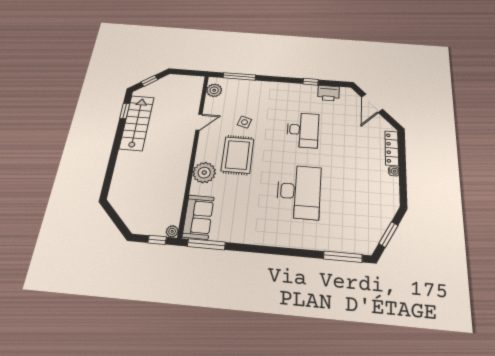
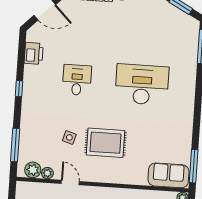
window: (311, 82) -> (19, 89), moved
desk: (303, 130) -> (77, 80), width x0.73
plant: (204, 173) -> (47, 173), moved, width x0.53, depth x0.53

